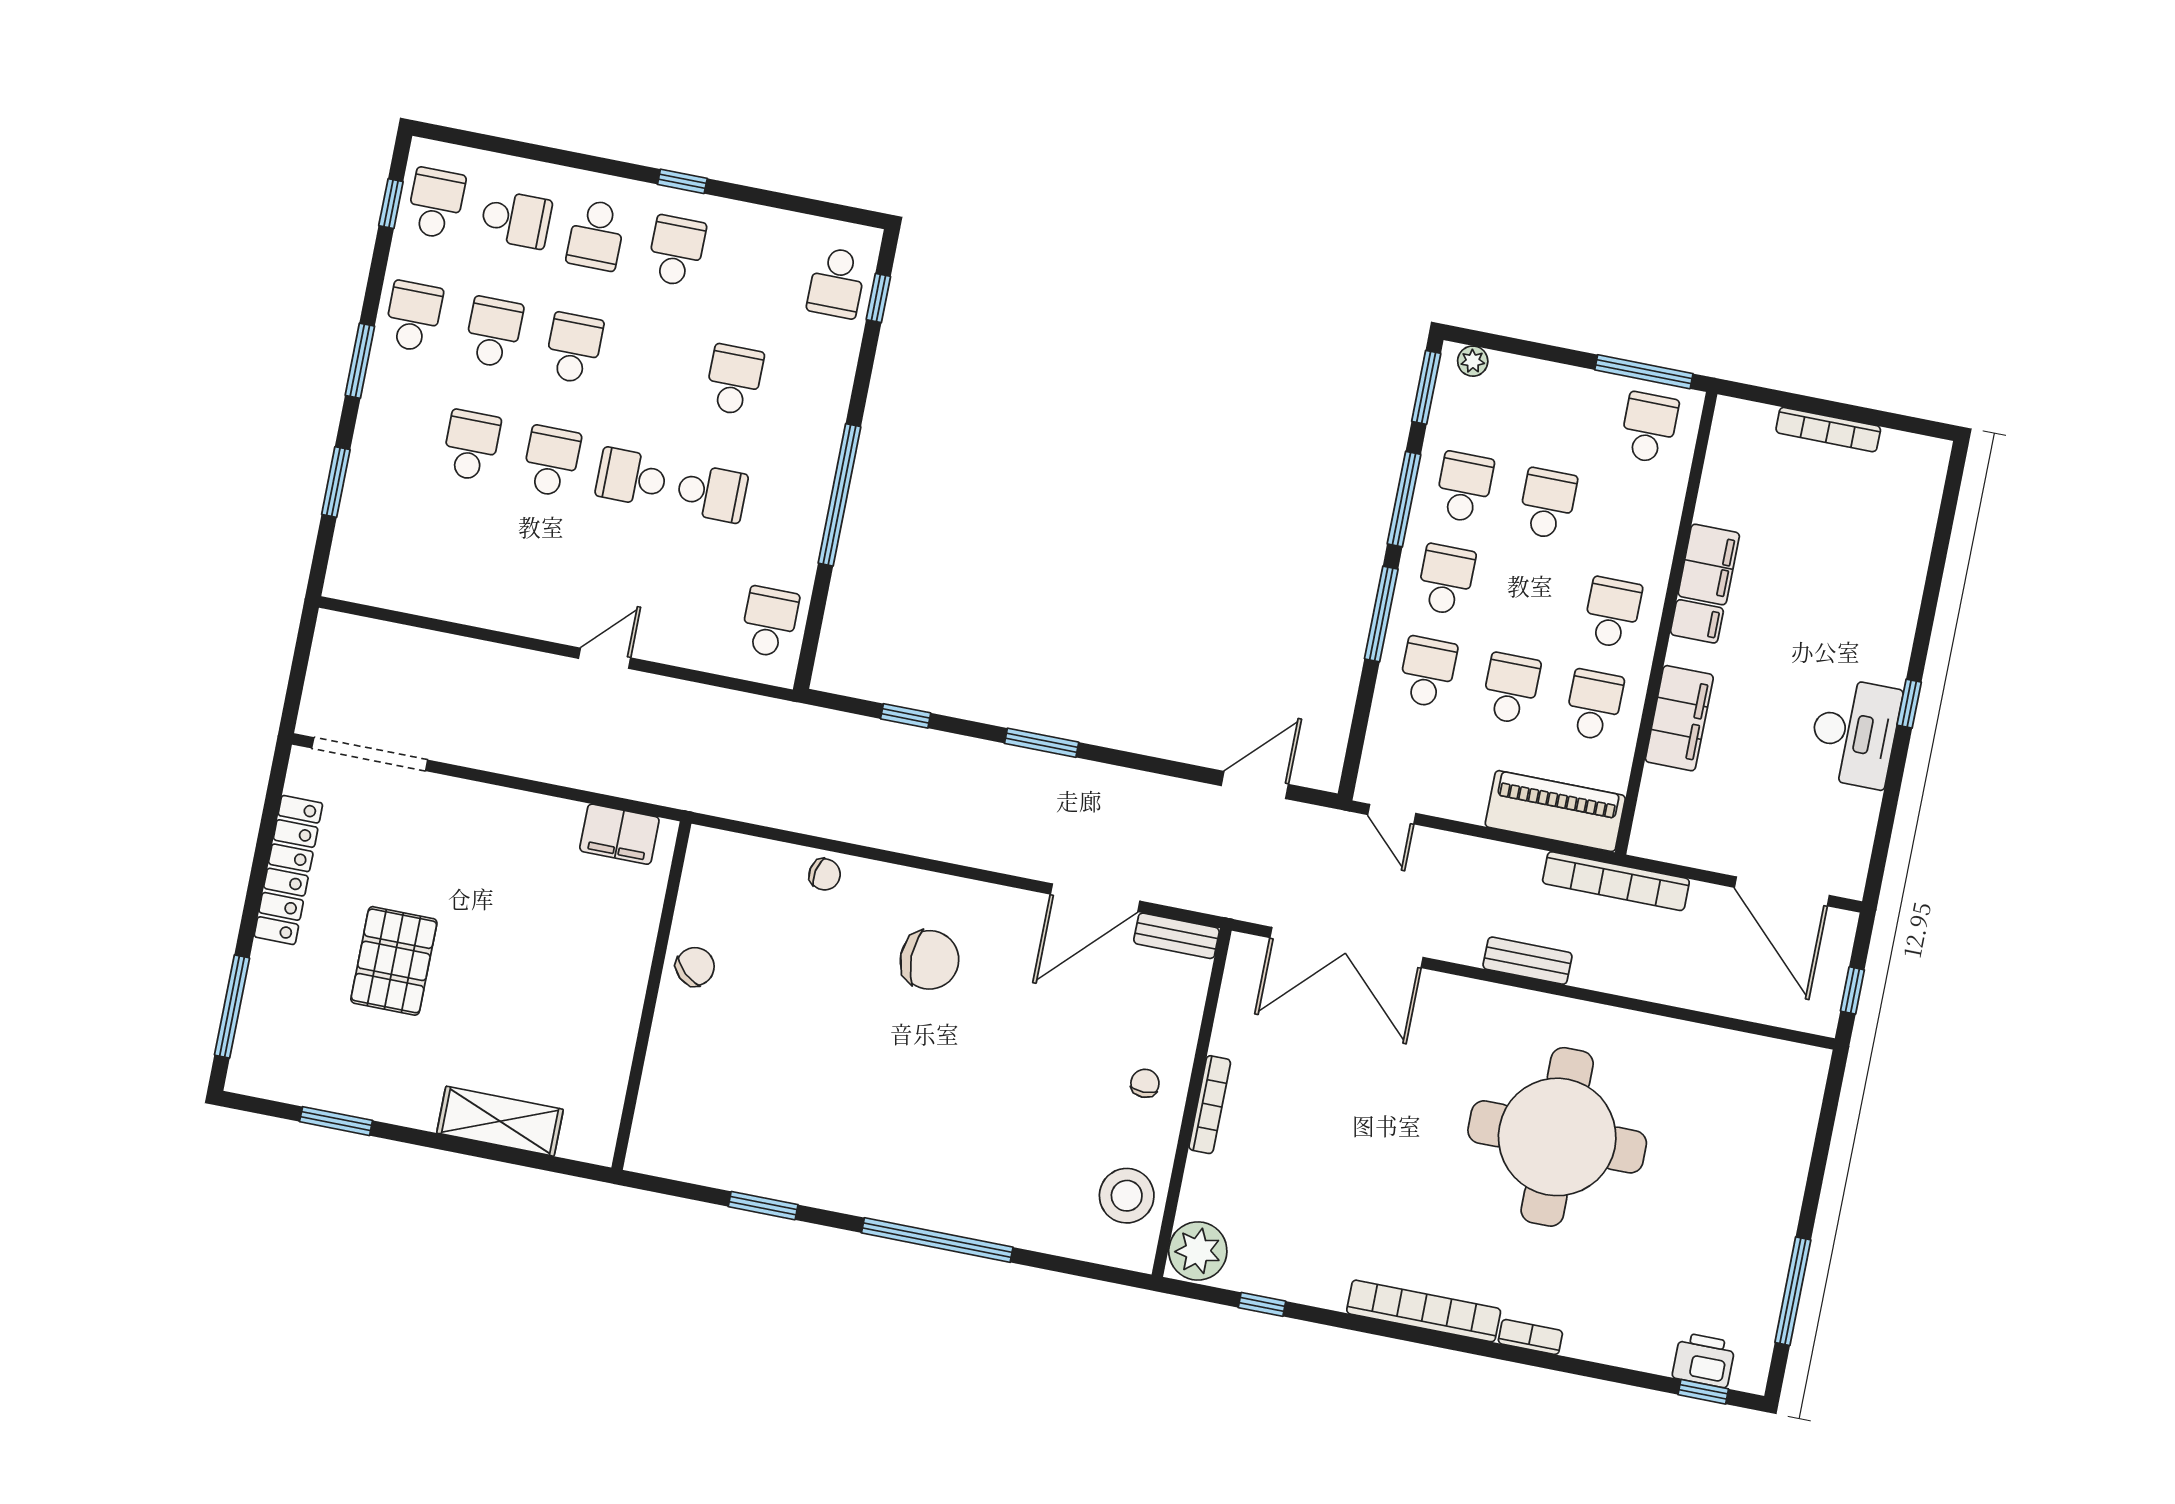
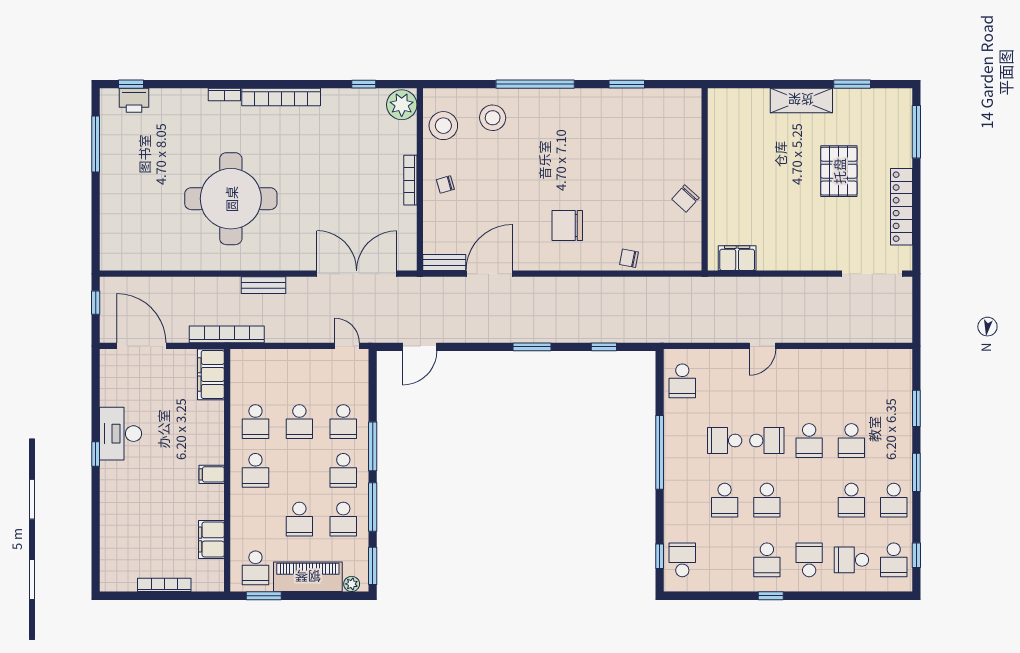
school desk: (574, 348) -> (767, 500), moved
window: (1644, 372) -> (264, 596), width x0.69
filing cabinet: (1709, 565) -> (211, 539), moved
filing cabinet: (1679, 718) -> (211, 374), moved
piano: (1555, 811) -> (308, 577), moved, turned 180
chair: (1145, 1083) -> (445, 184), turned 74
shelving: (500, 1121) -> (801, 100), moved
stool: (1030, 1192) -> (493, 118), added

